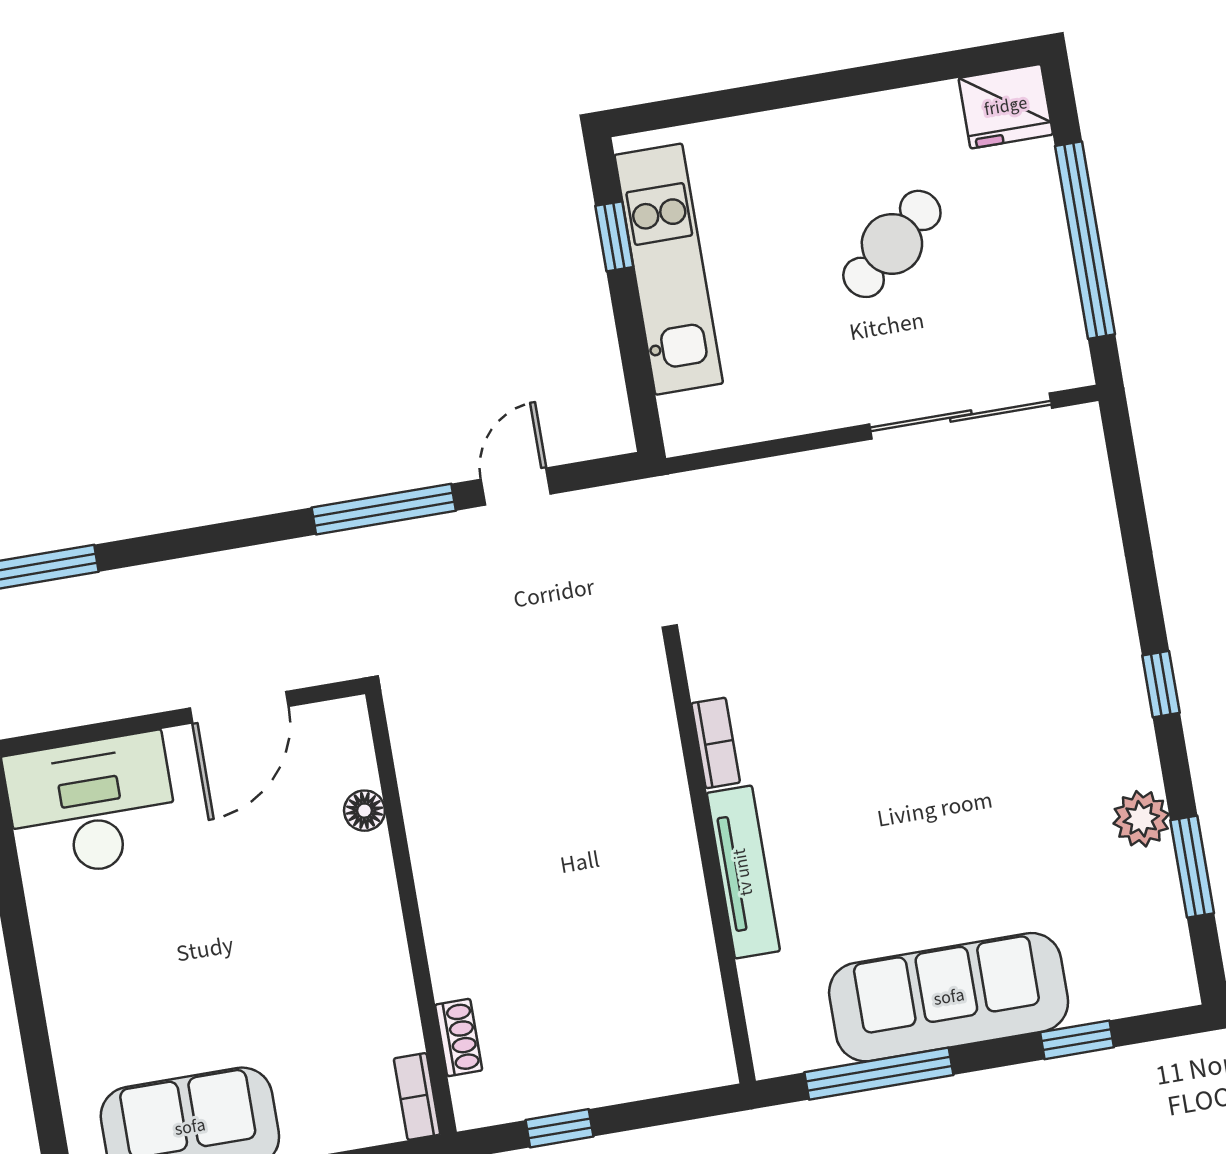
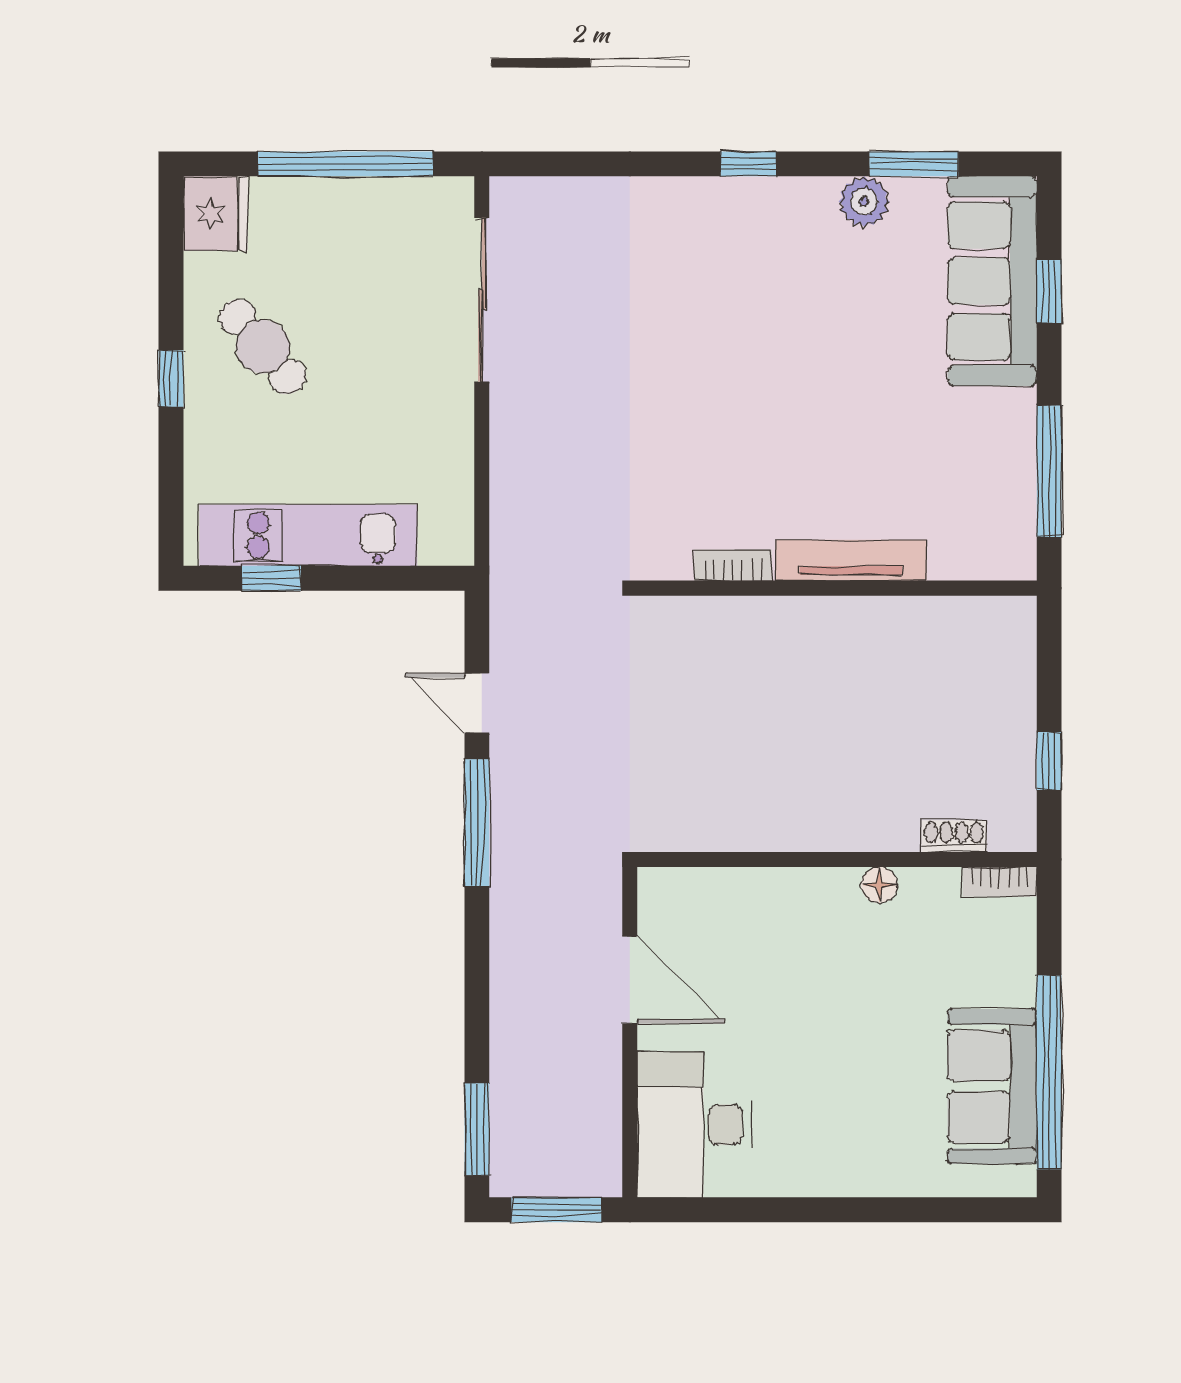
window: (816, 88) -> (171, 378), added
cafe table: (892, 244) -> (263, 347), moved
floor lamp: (364, 811) -> (879, 885), moved
sofa: (949, 997) -> (992, 281), moved

